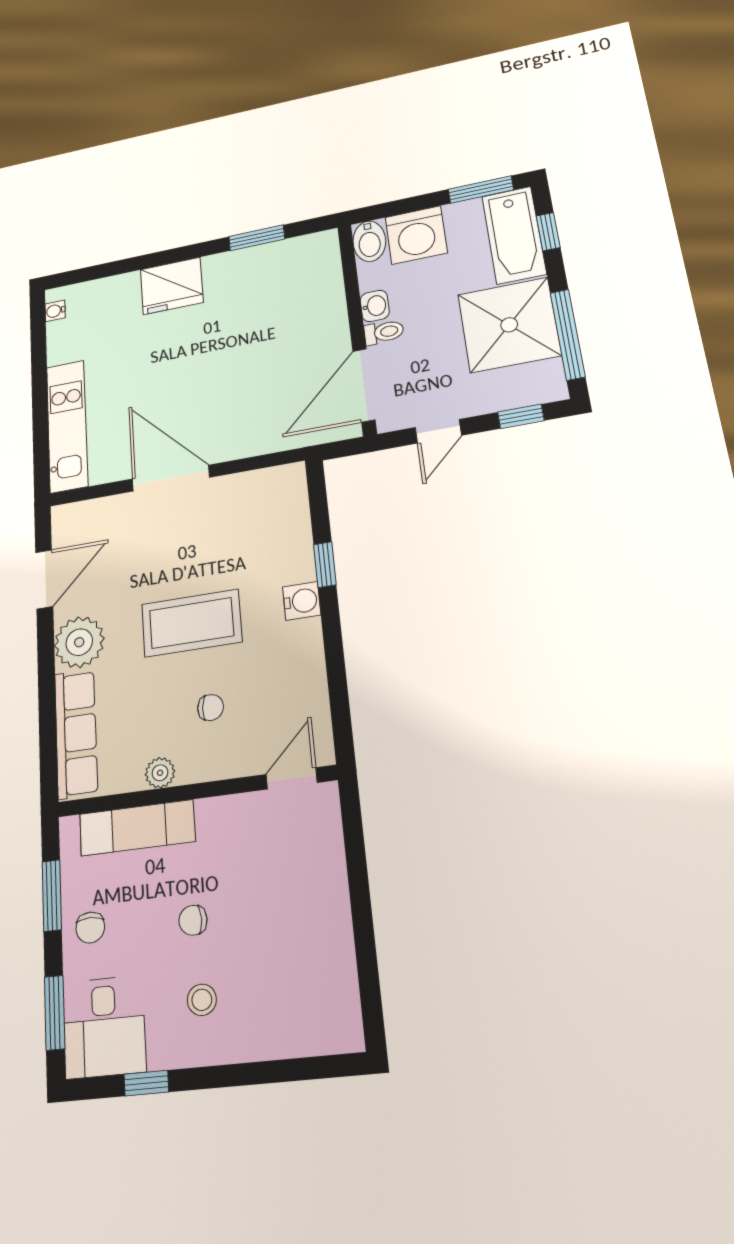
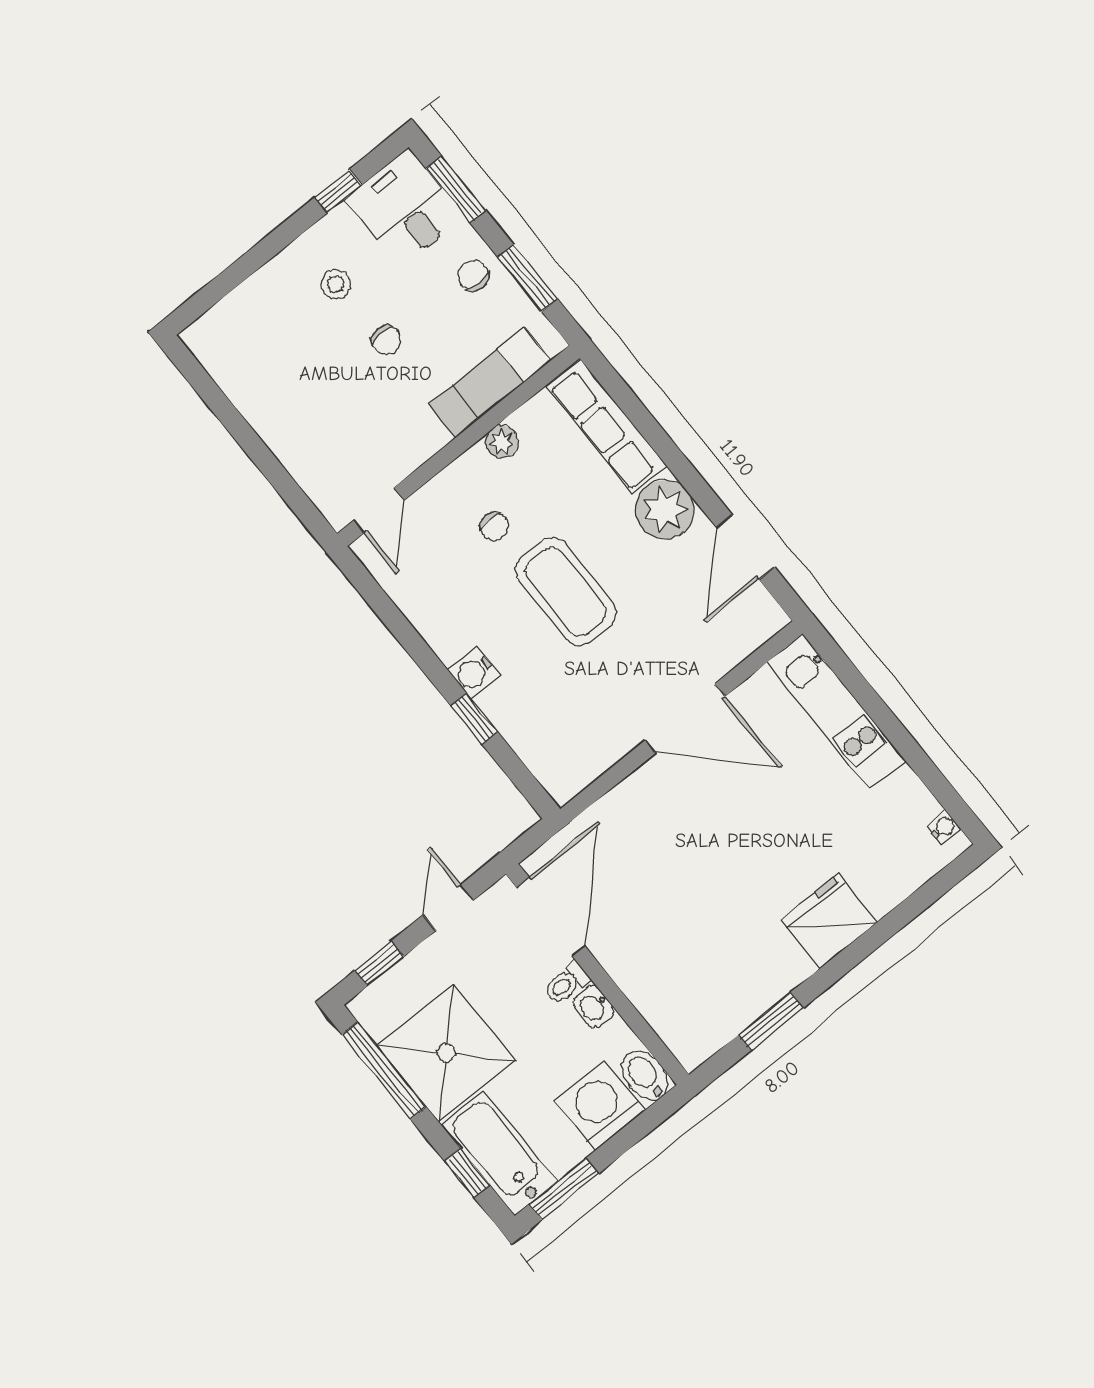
coffee table: (191, 623) -> (566, 592), turned 90
chair: (211, 707) -> (494, 527), turned -94
chair: (193, 920) -> (386, 340), turned 90

